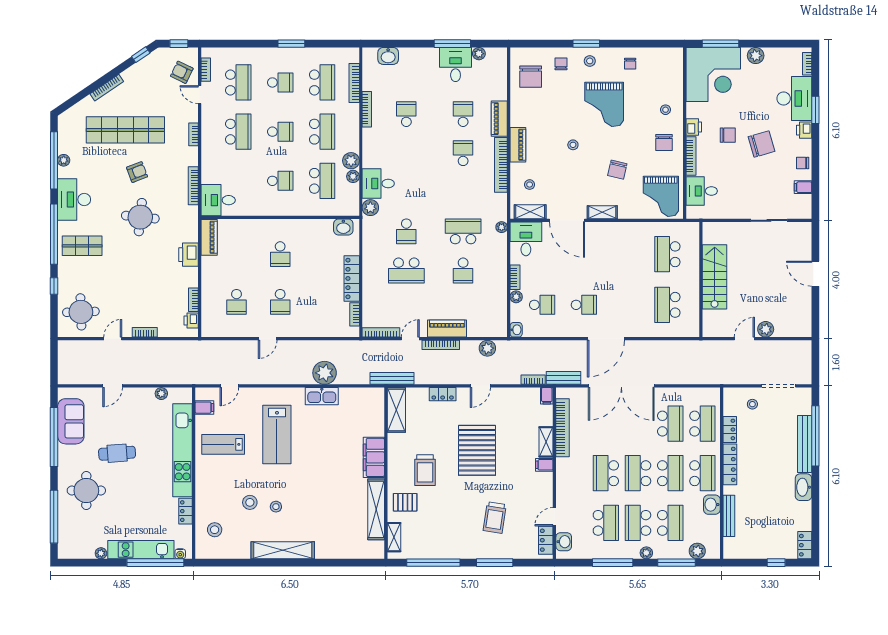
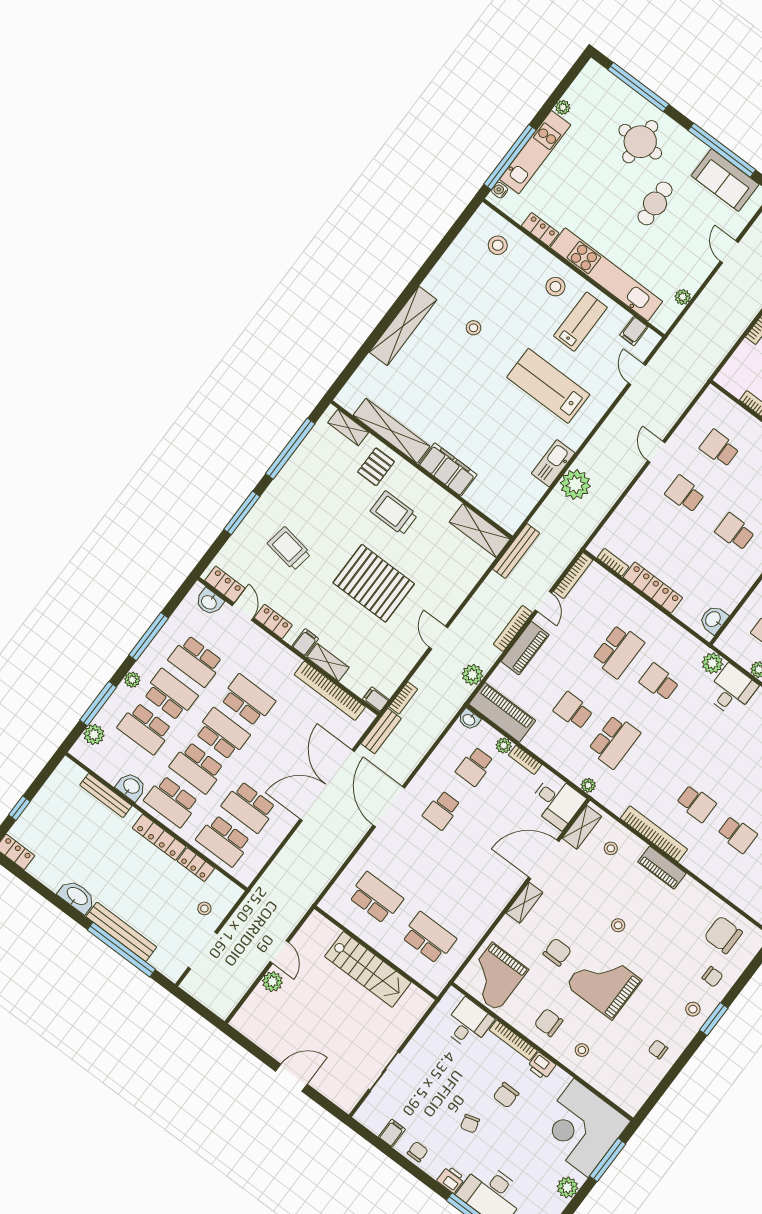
grand piano: (604, 104) -> (604, 983), moved
piano: (499, 119) -> (502, 712), moved, width x1.37, depth x1.33
chair: (761, 144) -> (470, 1124), width x0.54, depth x0.54
chair: (617, 170) -> (557, 952), turned 77
grand piano: (661, 196) -> (495, 977), turned -90
school desk: (406, 270) -> (618, 651), turned 180
printer: (191, 321) -> (736, 386), removed
locker: (443, 394) -> (273, 621), moved, turned 90
stool: (250, 502) -> (555, 287), moved
shelving: (283, 550) -> (403, 326), moved

